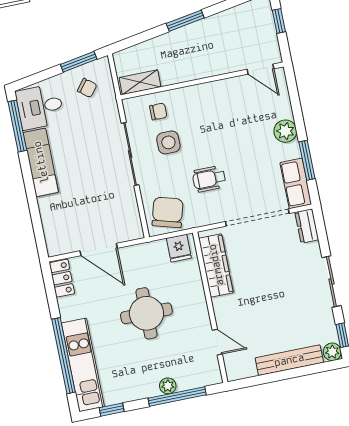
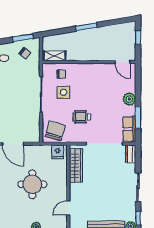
door: (217, 342) -> (68, 208), swing flipped

